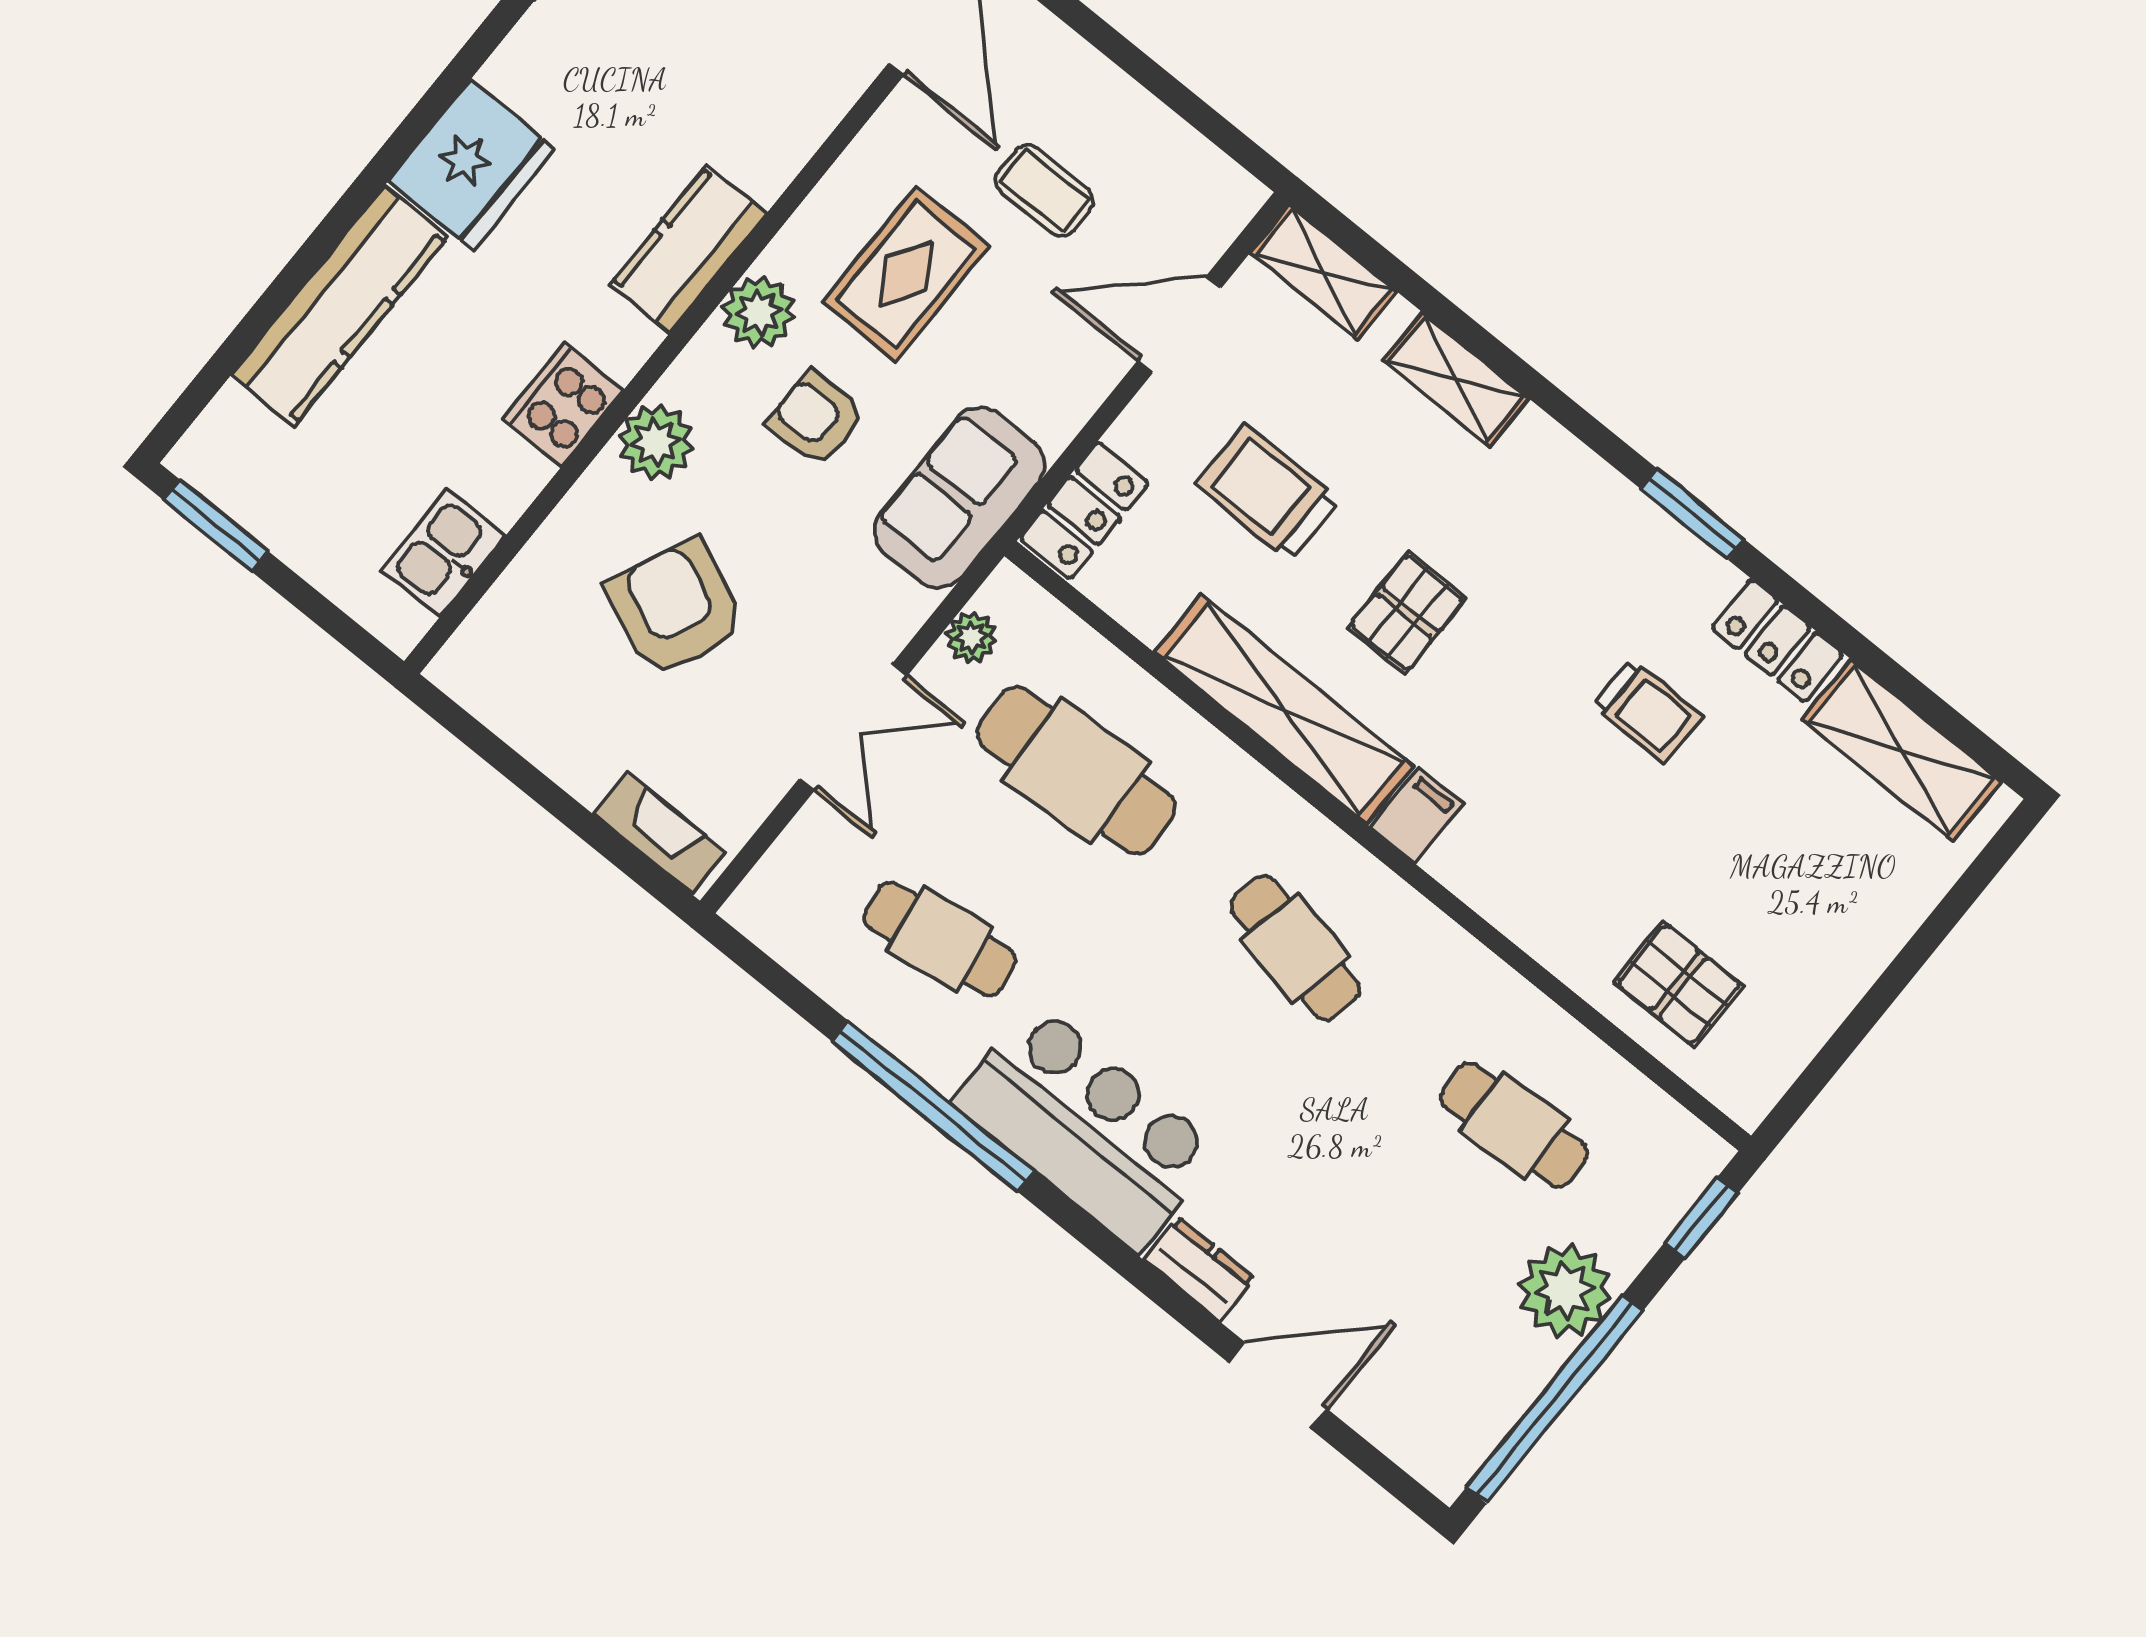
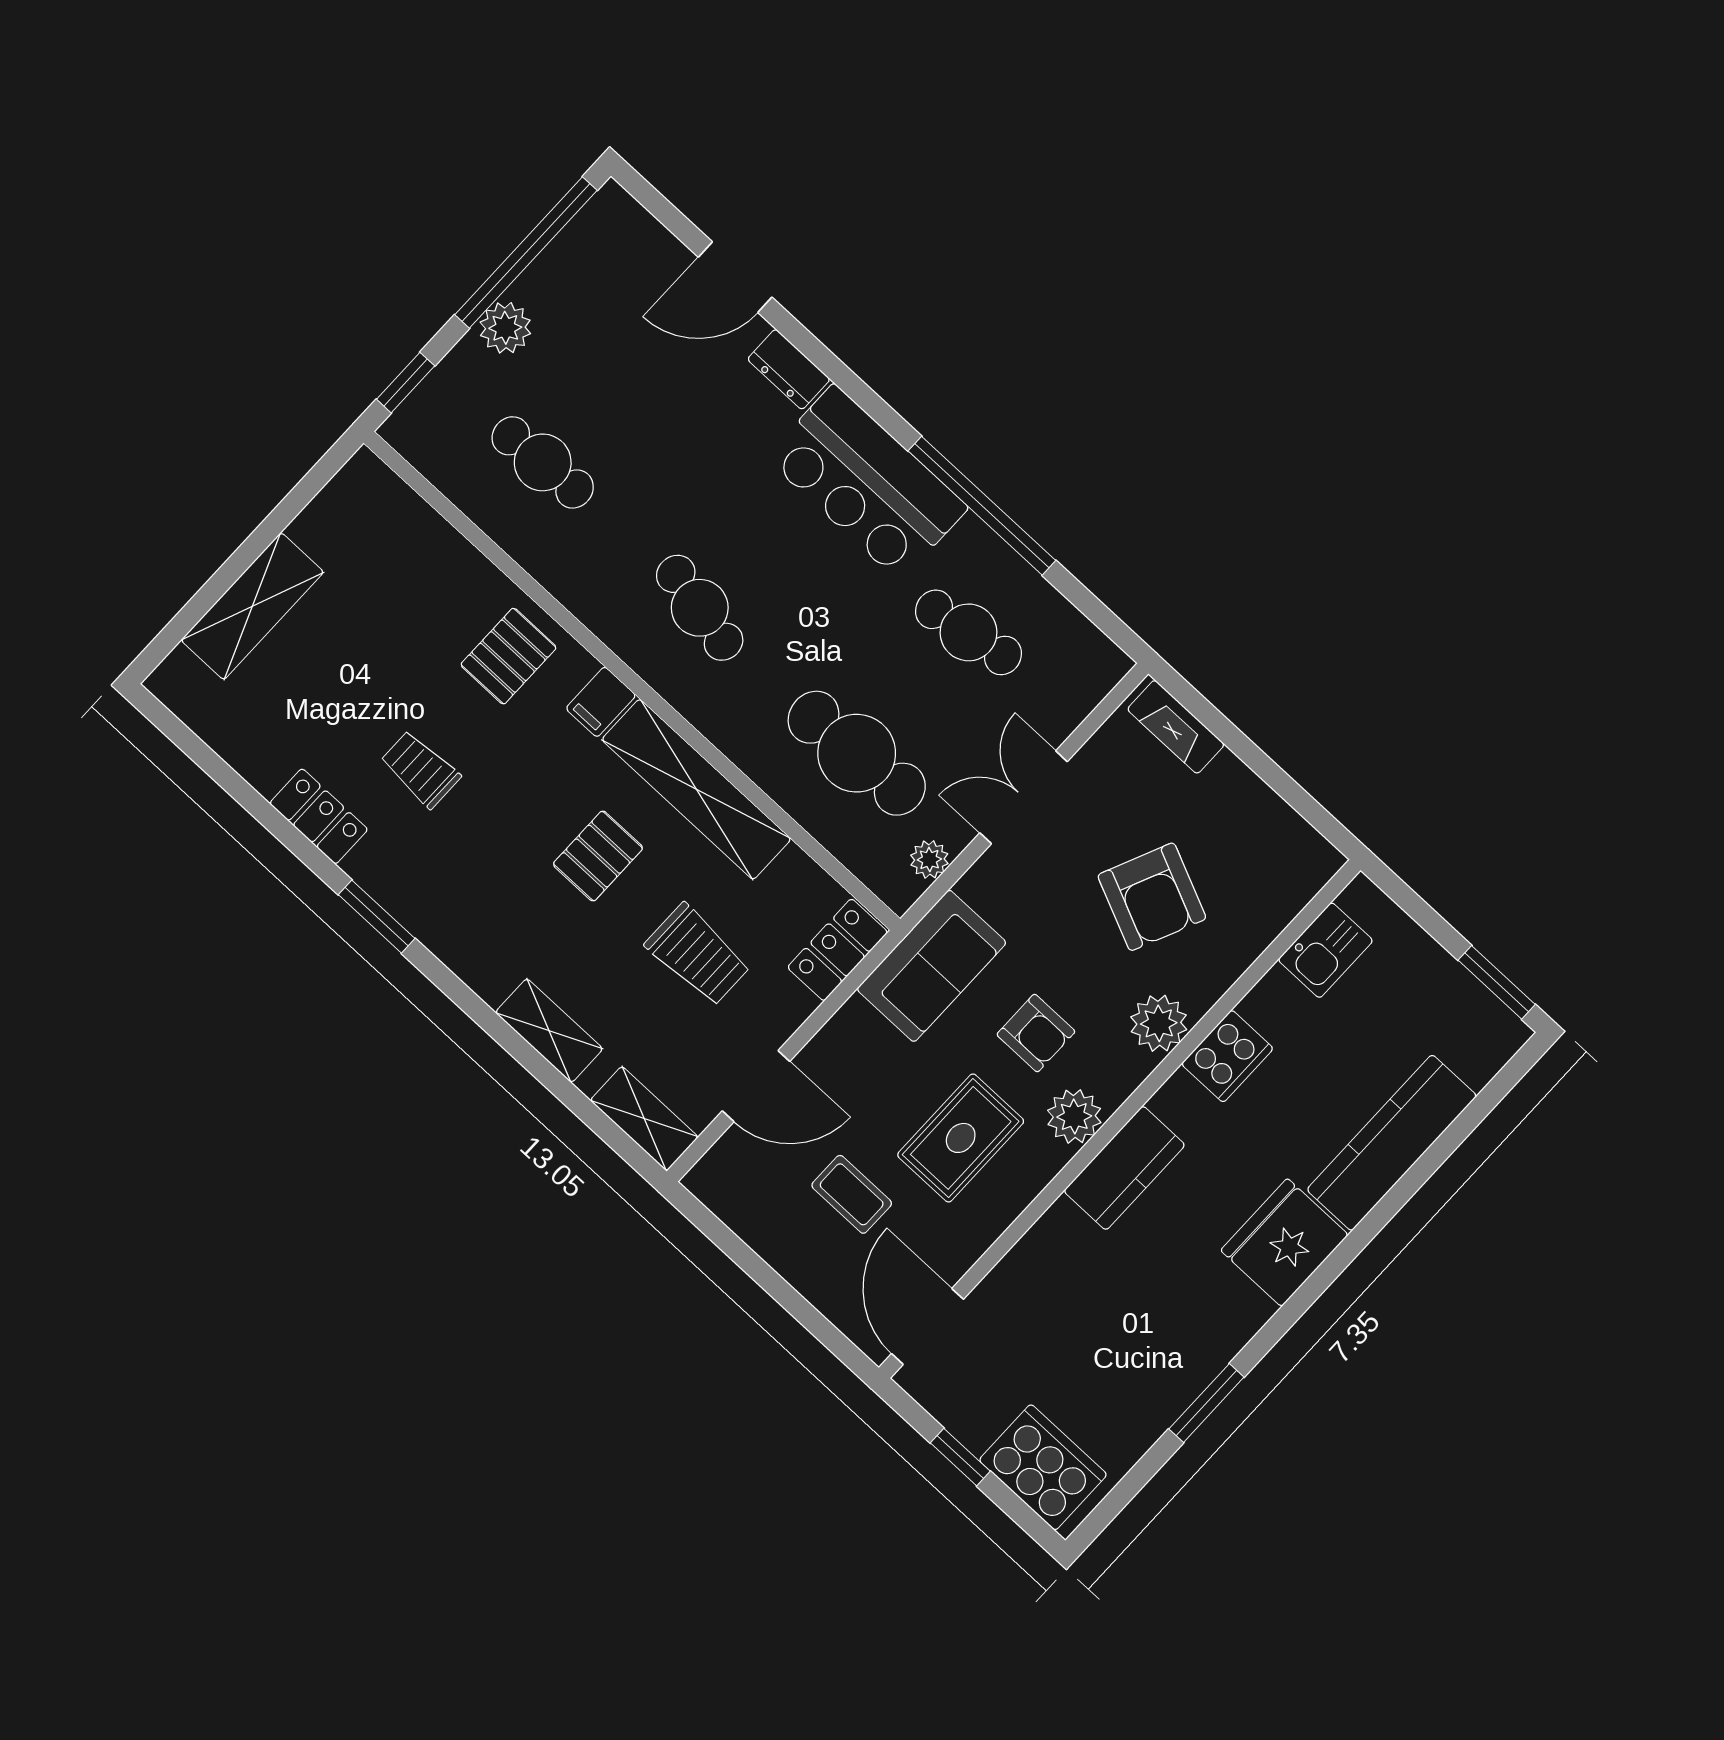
shelving: (1902, 750) -> (252, 606), moved, turned 90
pallet: (1679, 984) -> (508, 656), moved, turned 90
plant: (1565, 1291) -> (505, 328), width x0.73, depth x0.73

